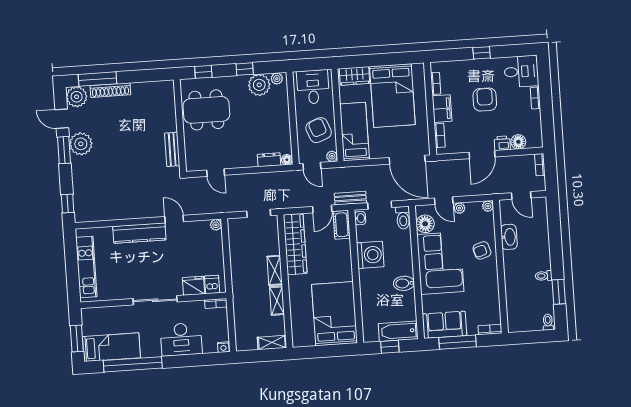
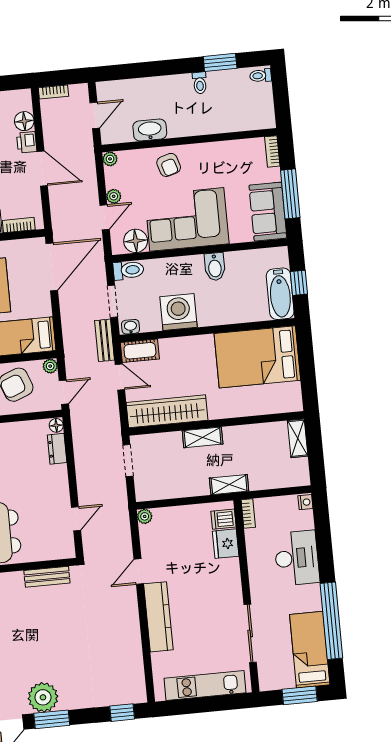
sliding door: (155, 300) -> (250, 633), moved
shelving: (277, 301) -> (229, 485), moved
bathtub: (398, 331) -> (280, 294), moved

